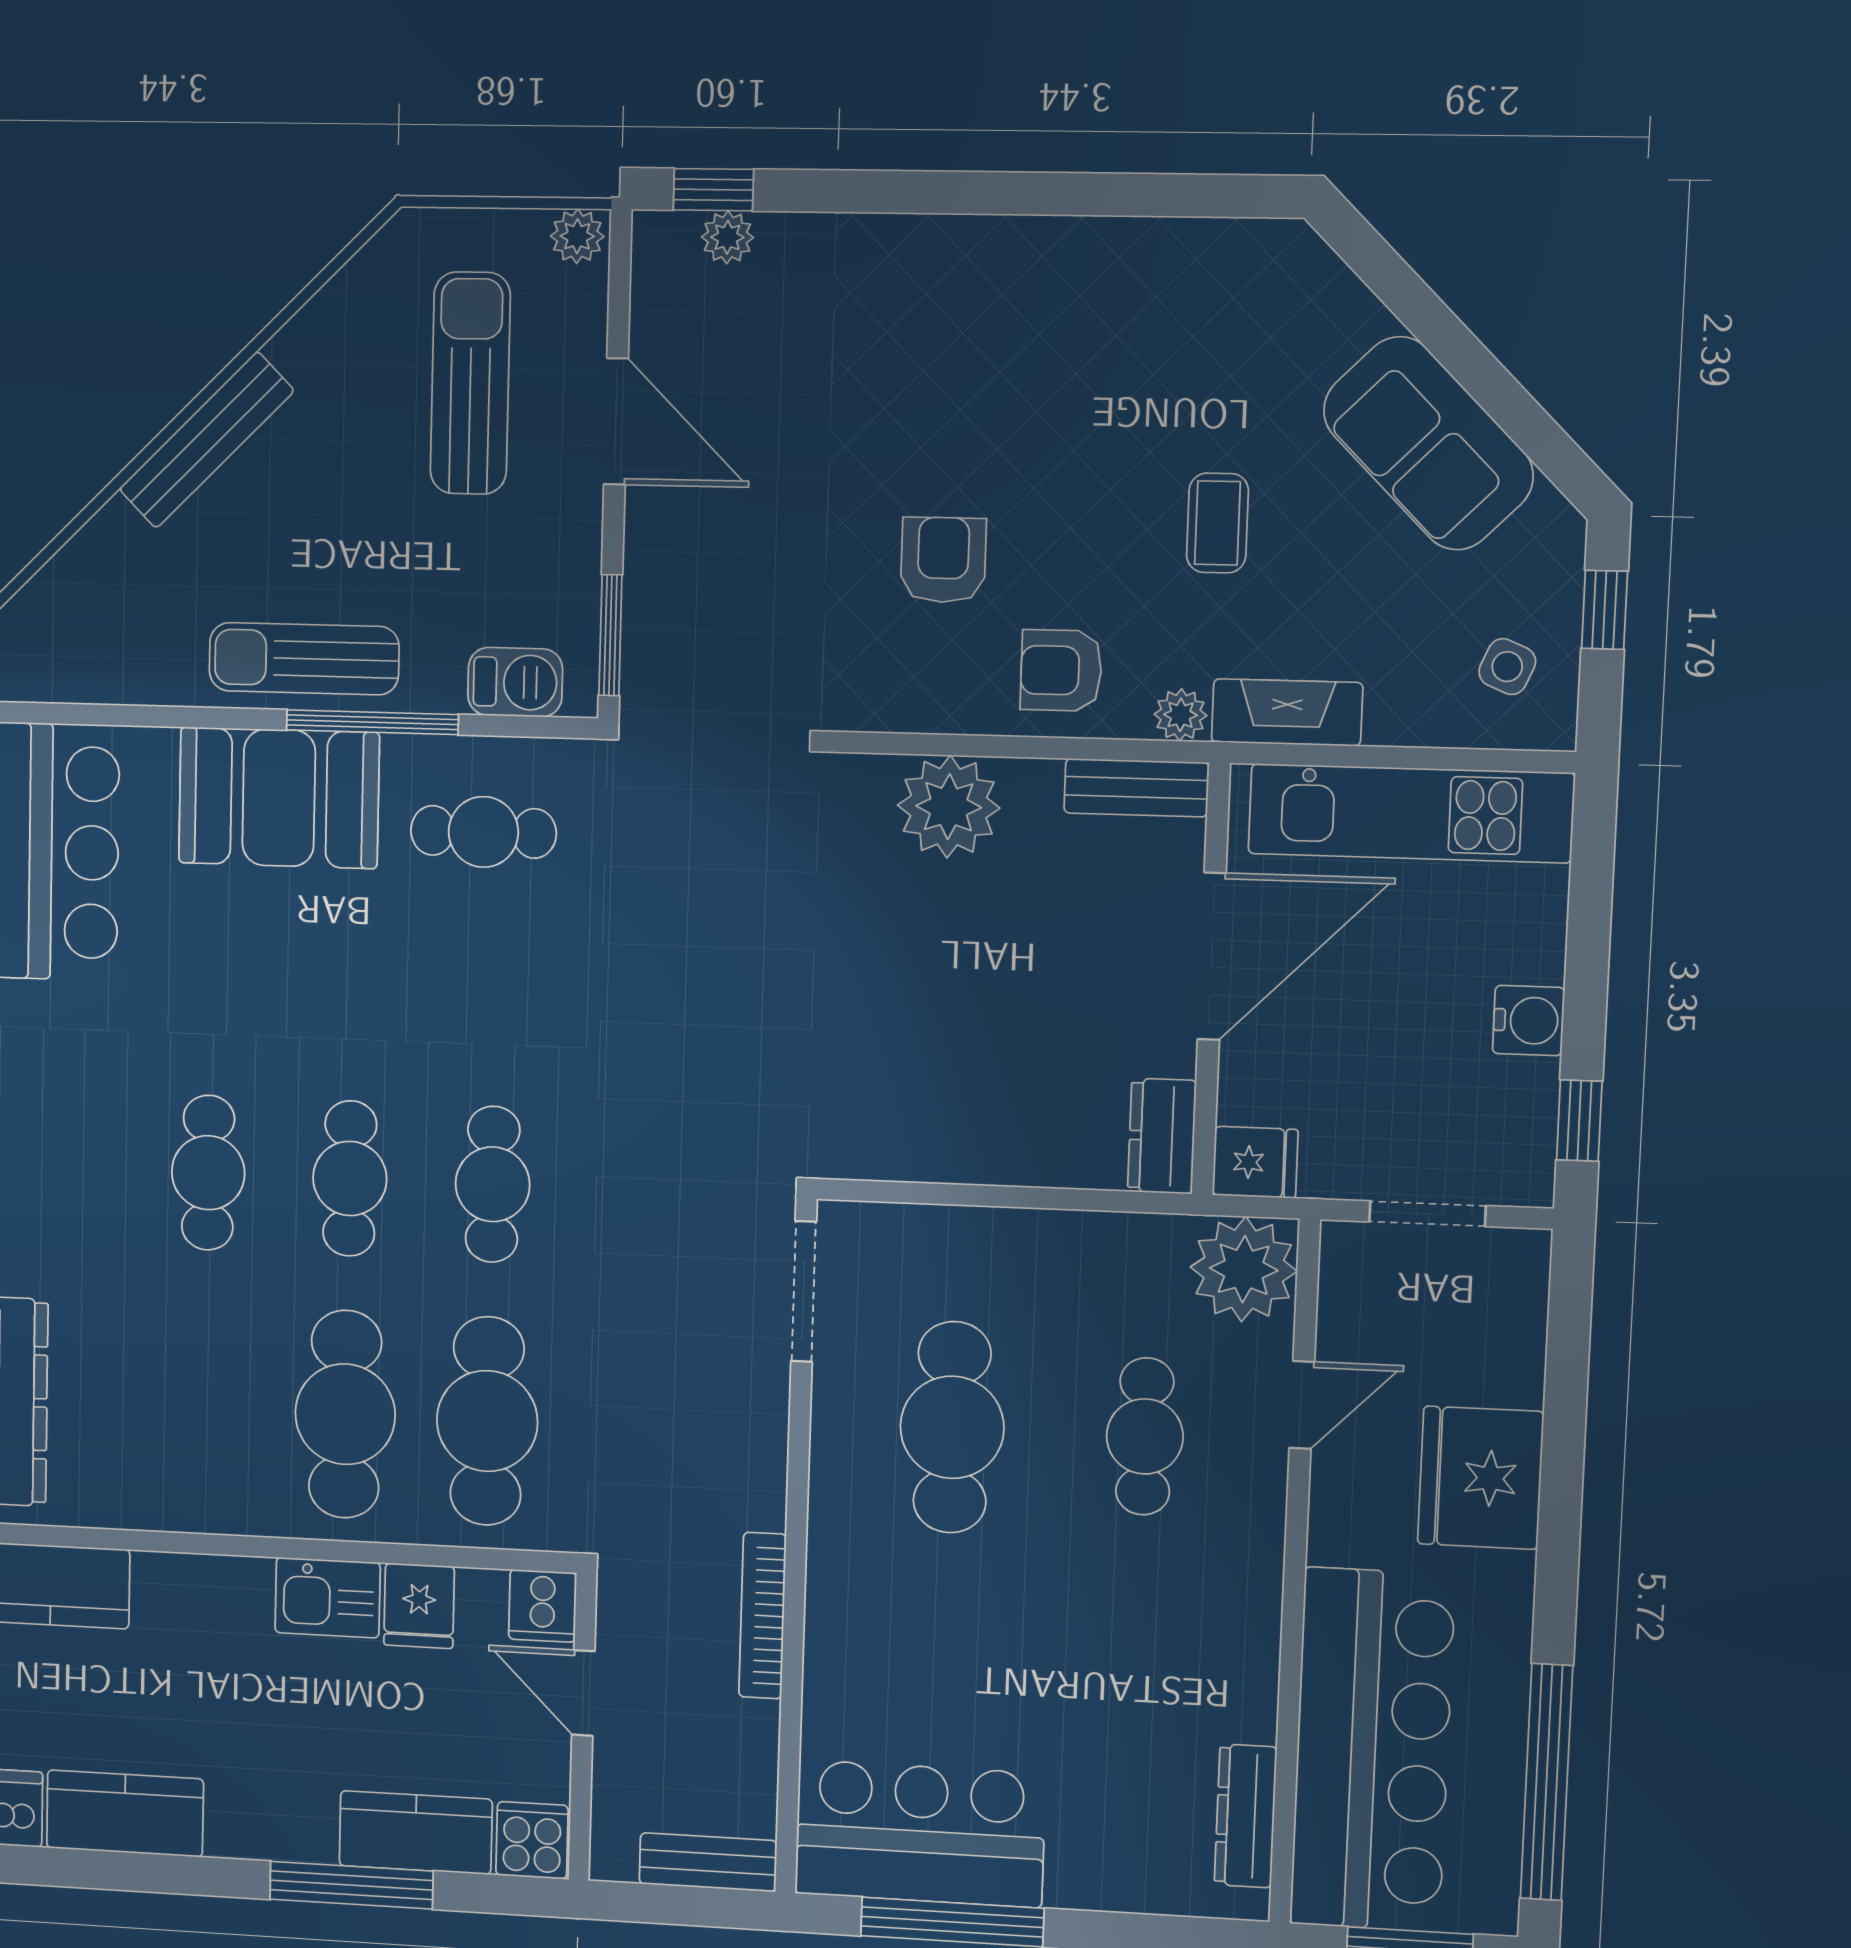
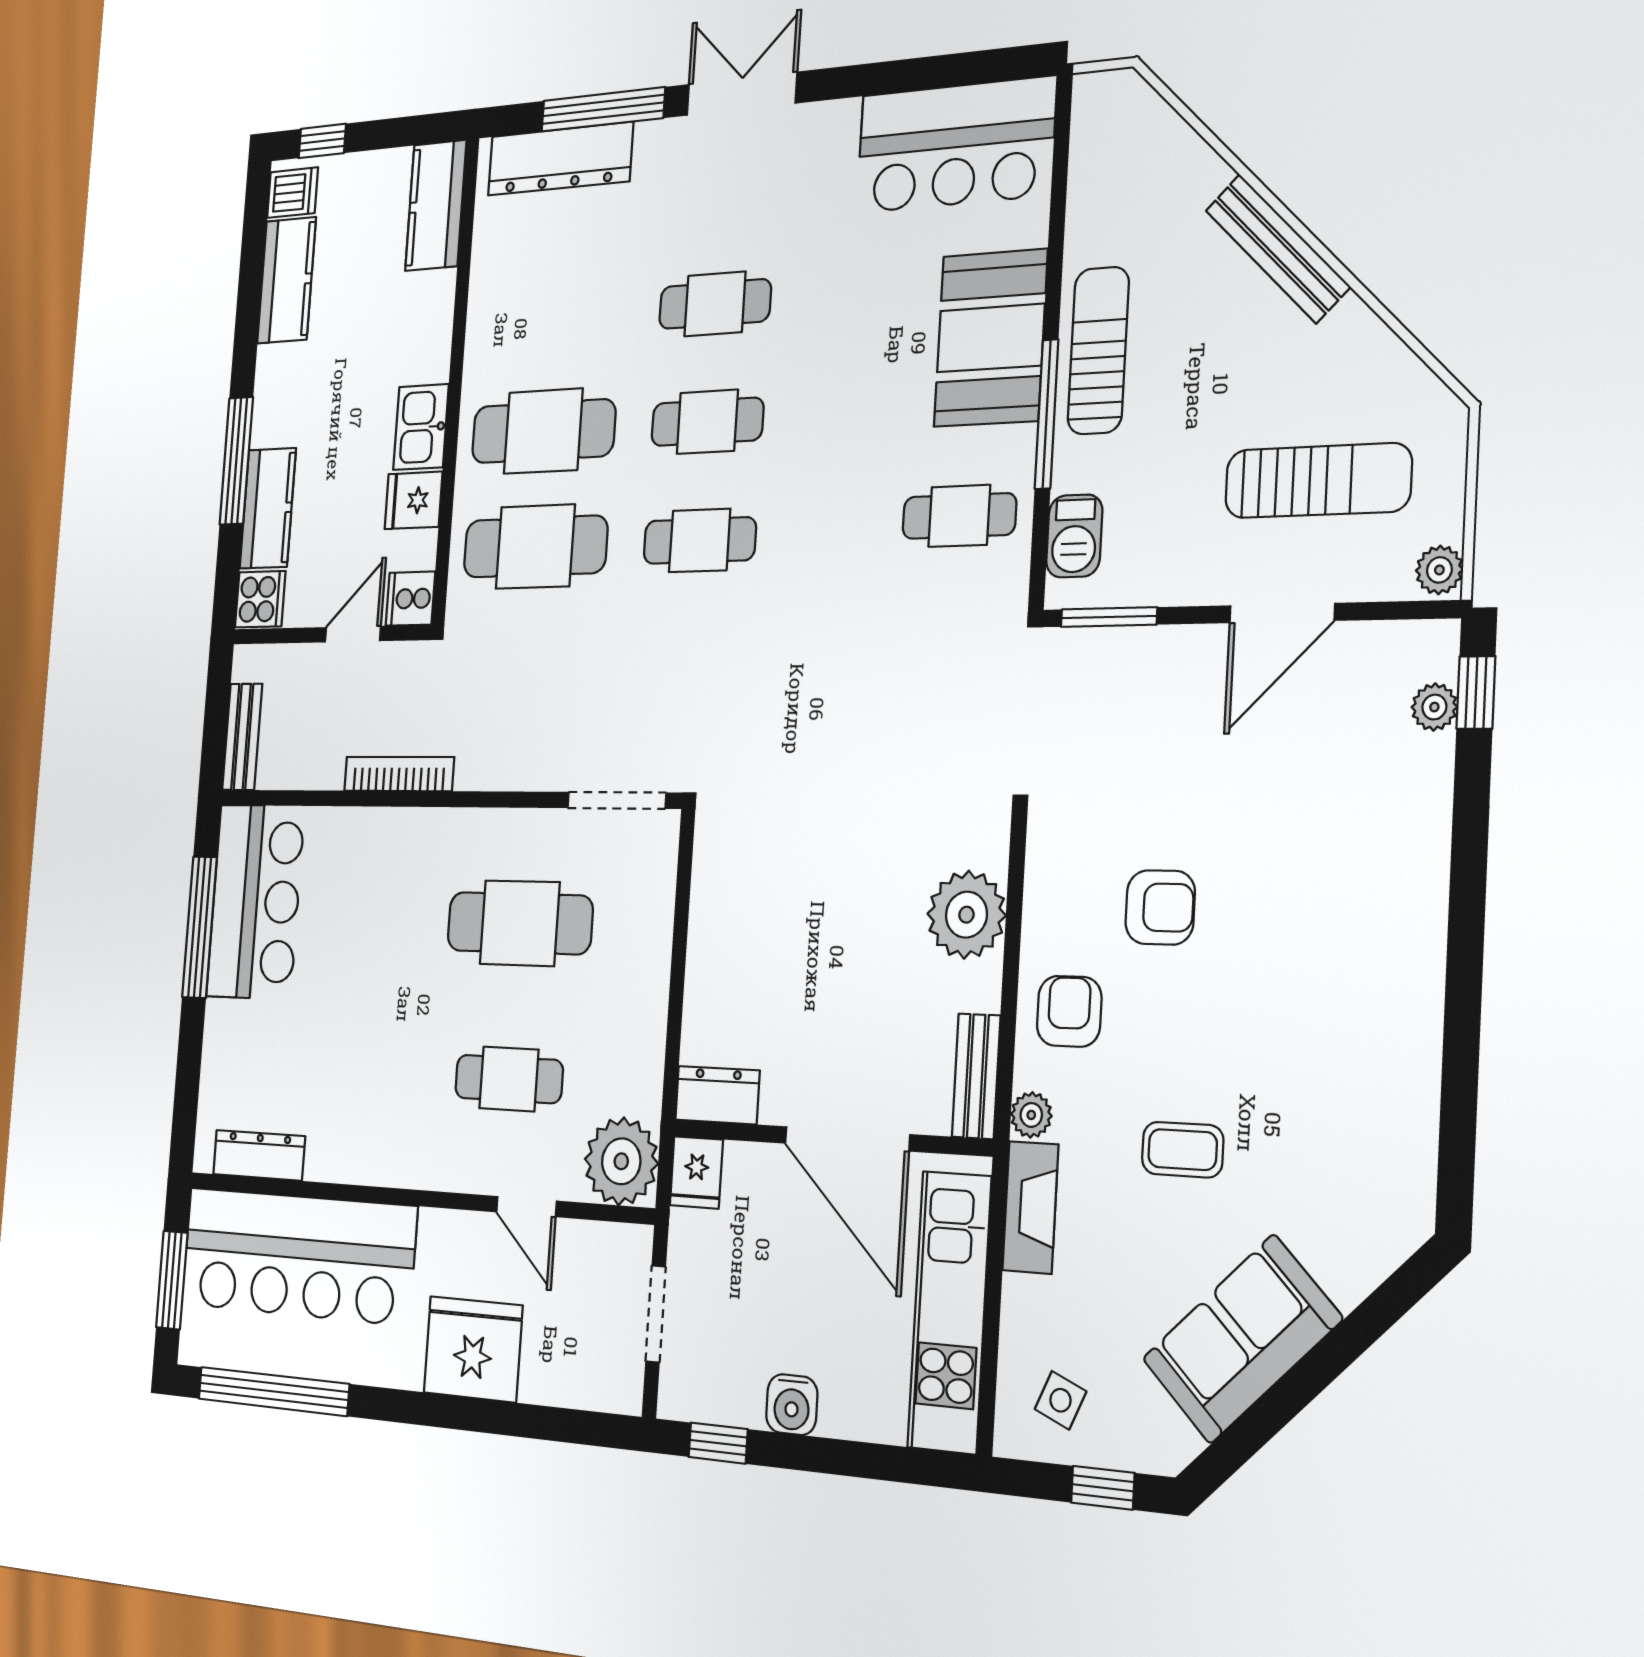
cafe table: (483, 832) -> (959, 516), turned 90

